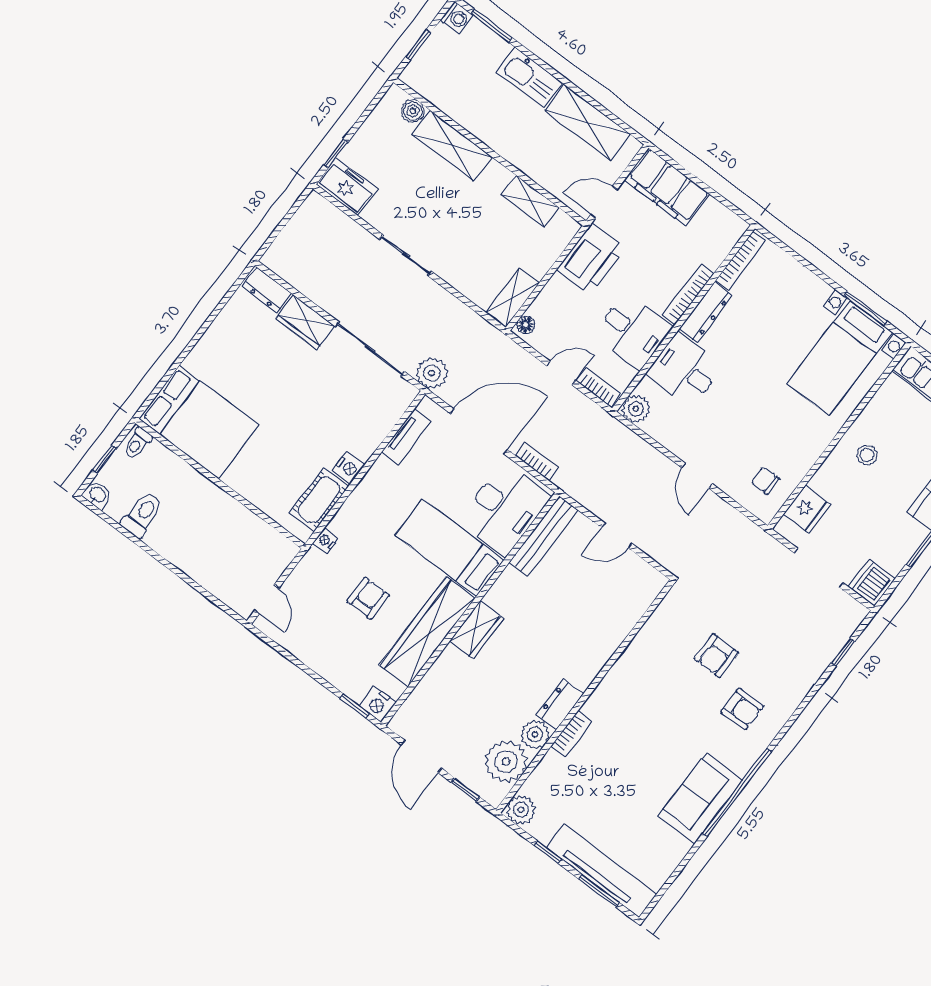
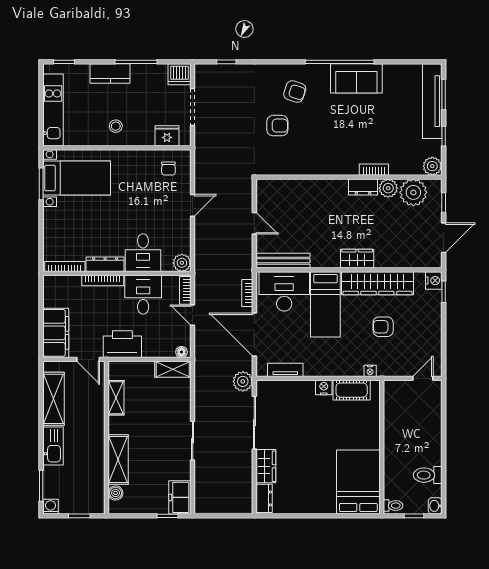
armchair: (742, 709) -> (295, 92), turned 108

